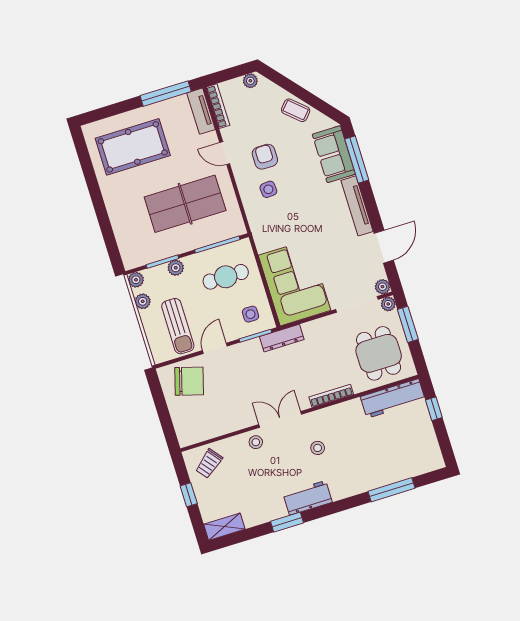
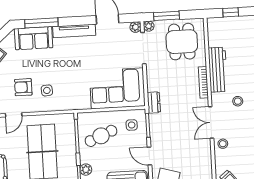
cafe table: (226, 277) -> (101, 136), turned 67
dresser: (282, 338) -> (154, 103), width x0.70
dining table: (379, 353) -> (182, 42), turned 90
workbench: (393, 398) -> (218, 70), moved

